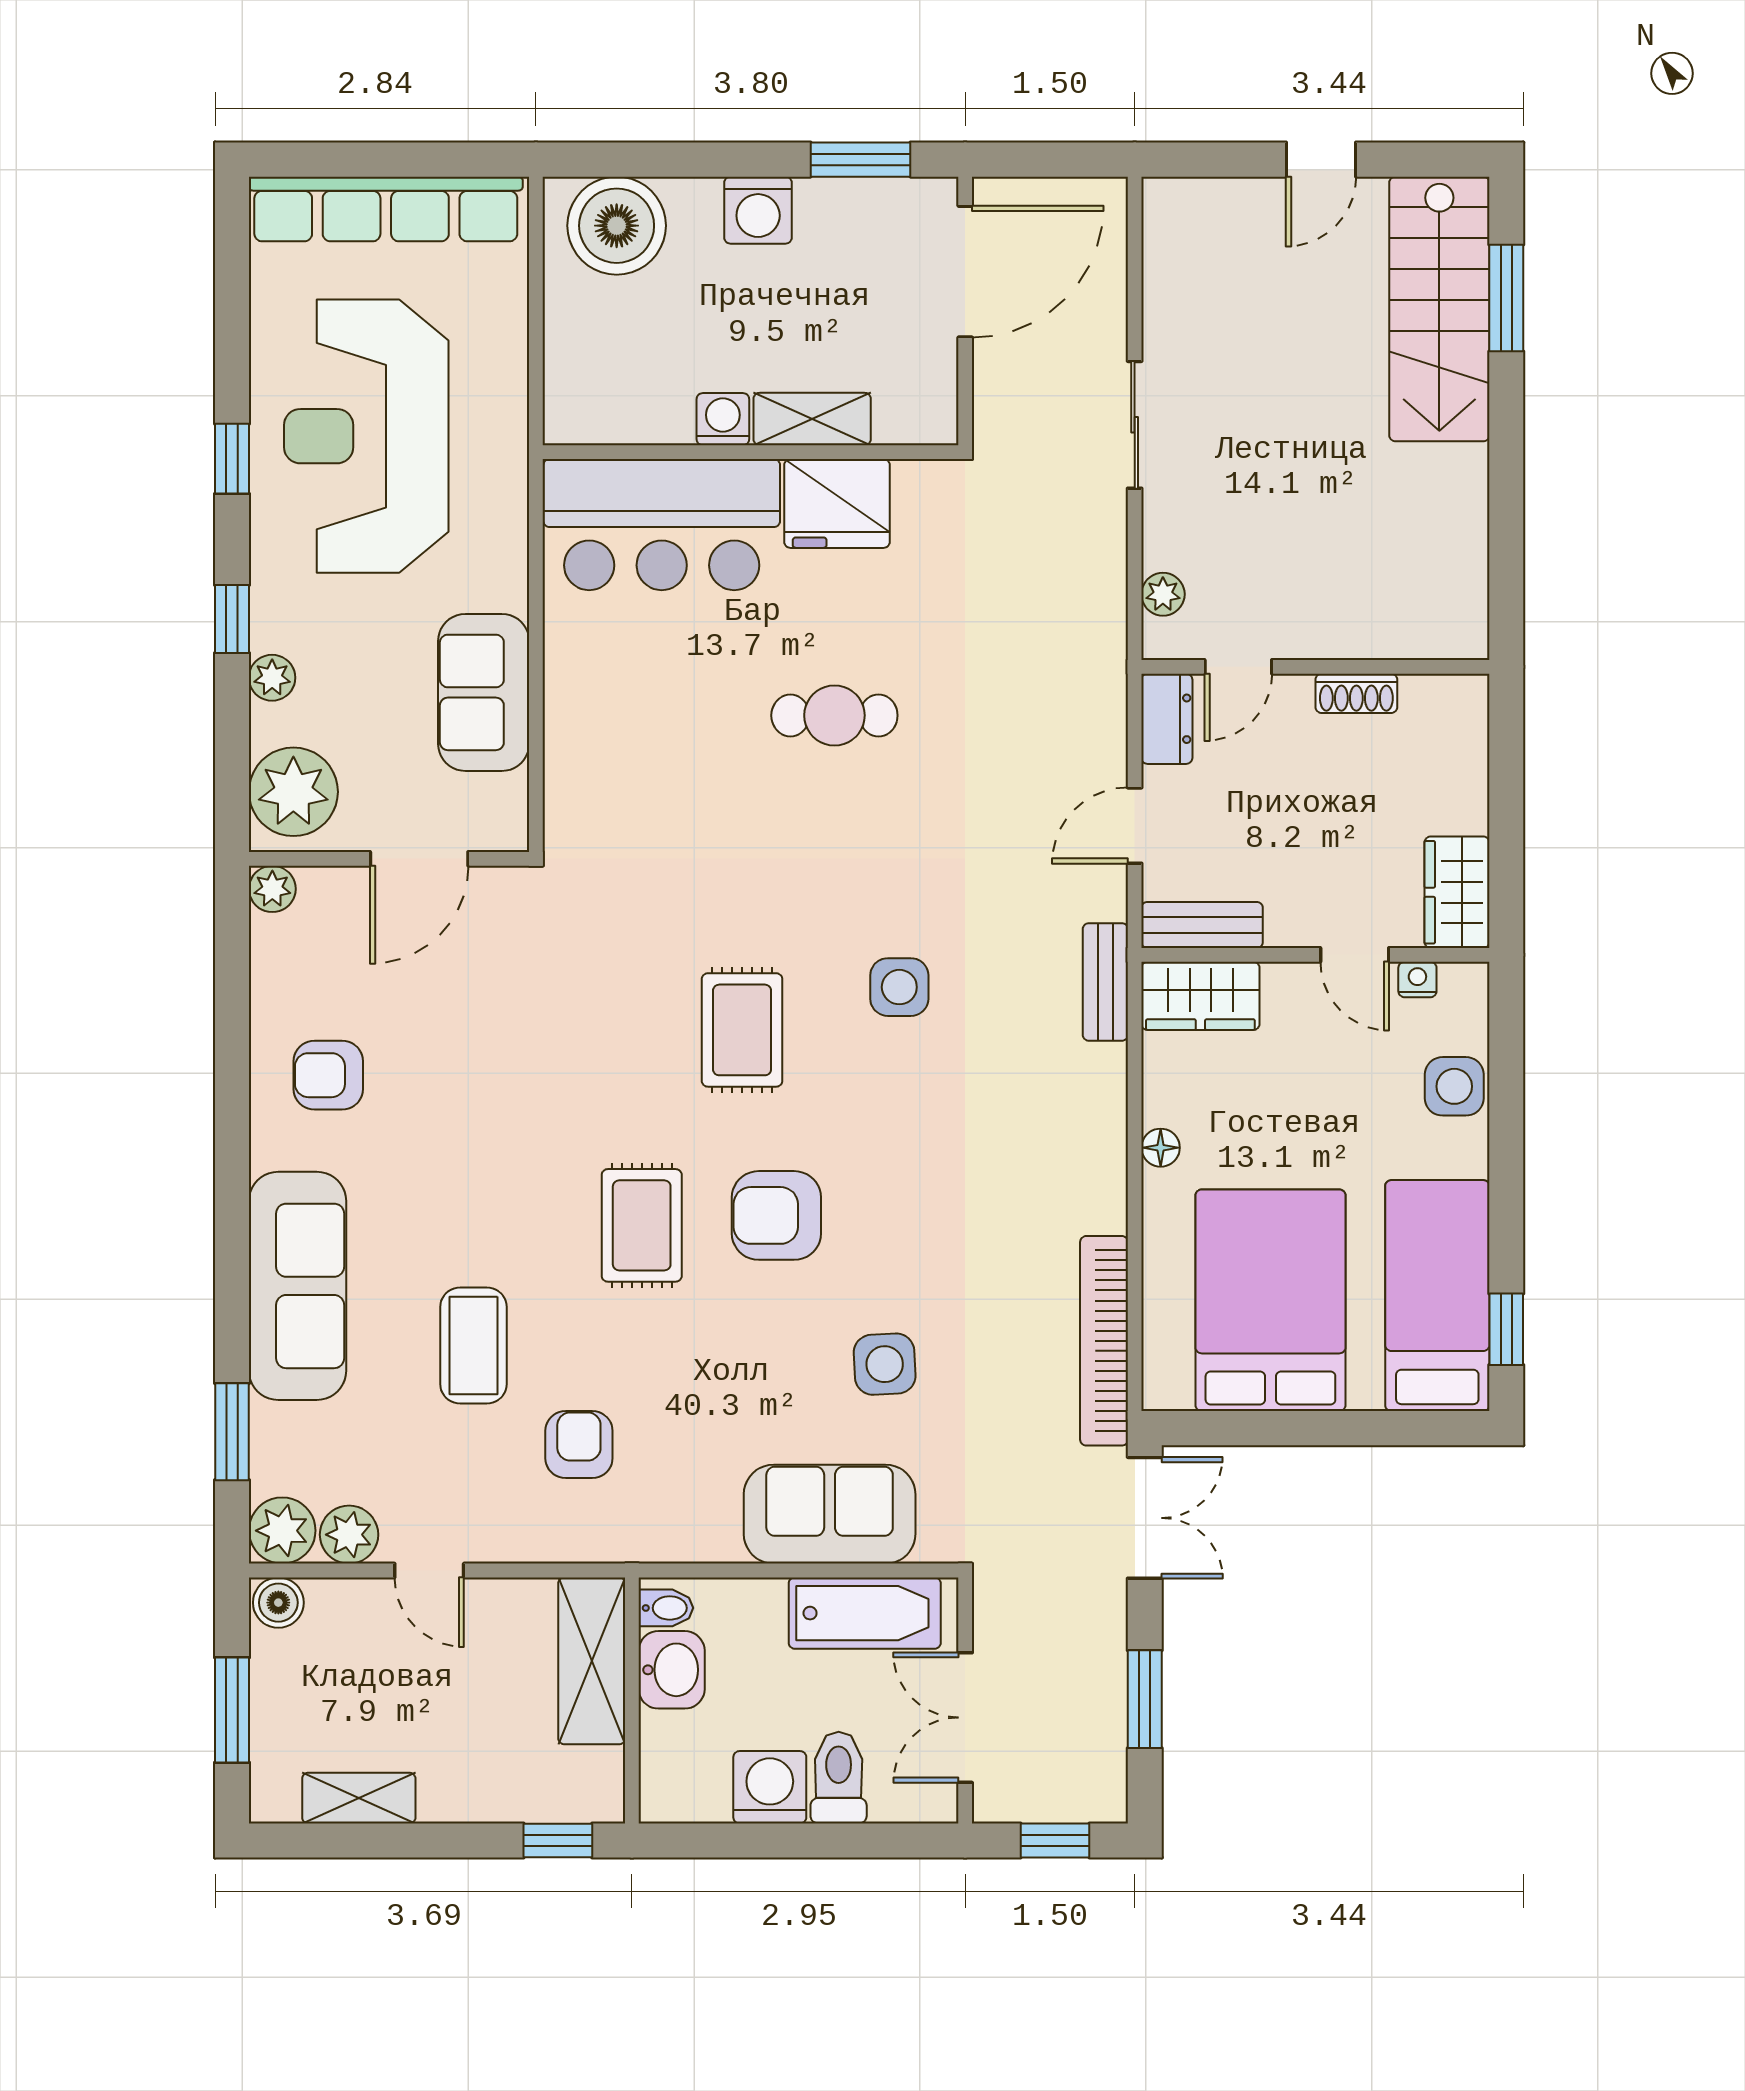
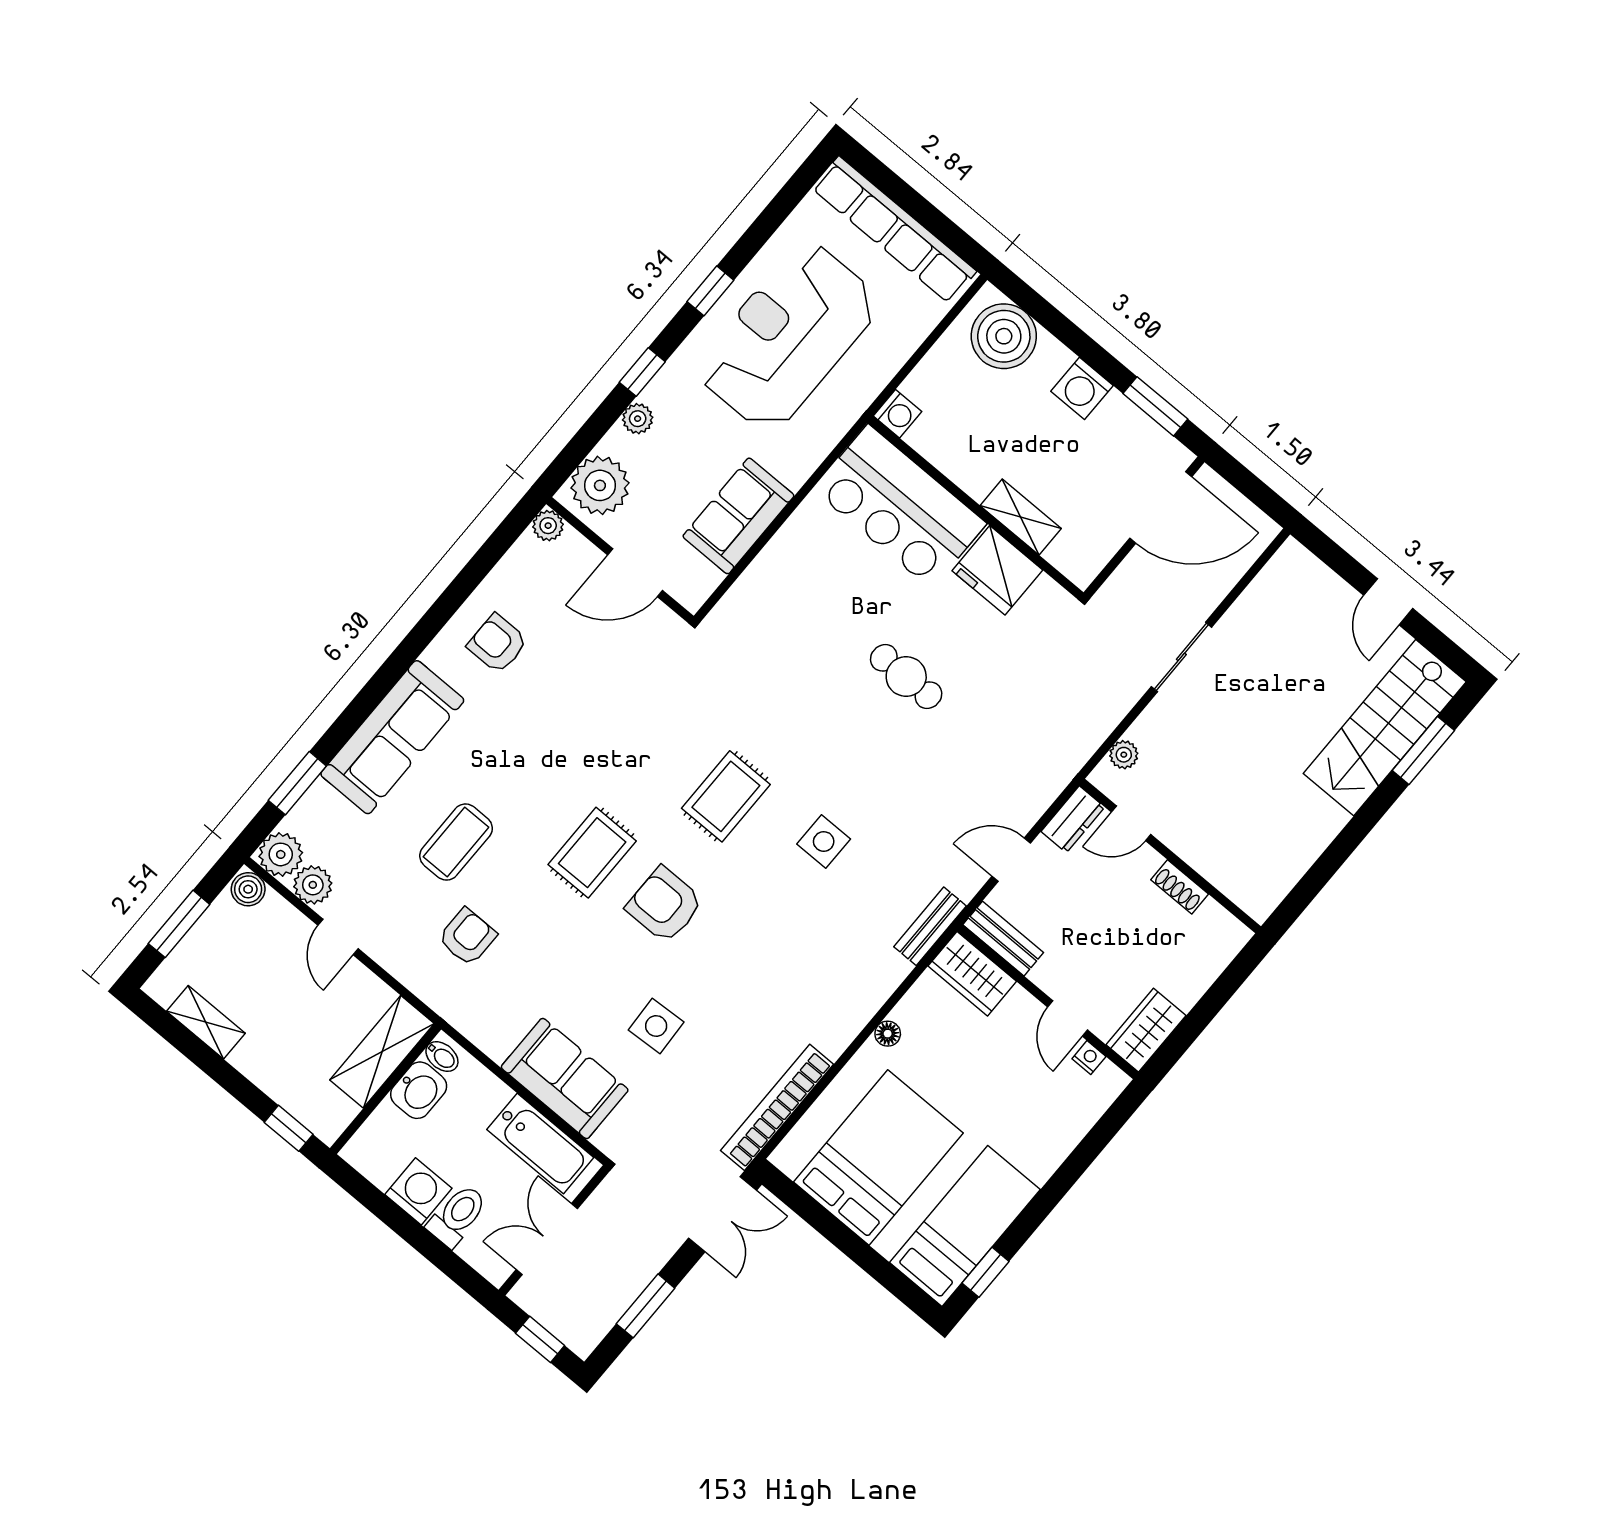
door: (1321, 160) -> (1388, 602), hinge flipped
washing machine: (723, 419) -> (898, 414), moved, turned 90
side table: (1454, 1086) -> (1062, 1127), removed

